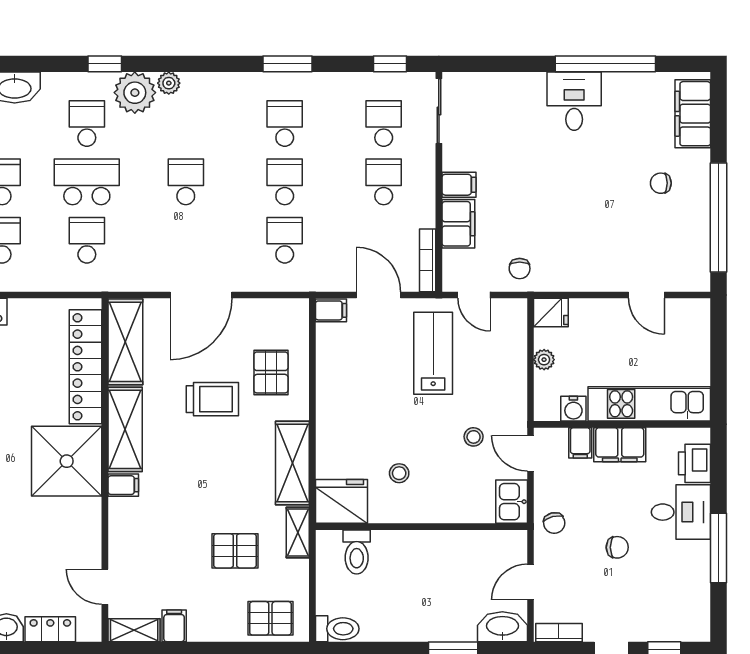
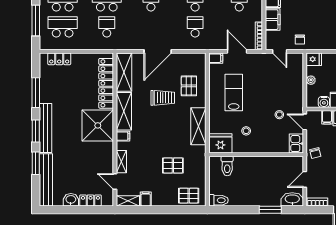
lab bench: (433, 353) -> (234, 93), moved
shelving: (298, 532) -> (121, 162), moved

